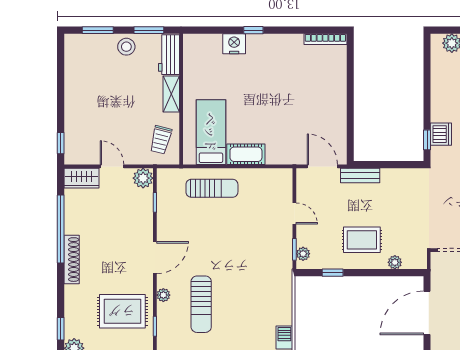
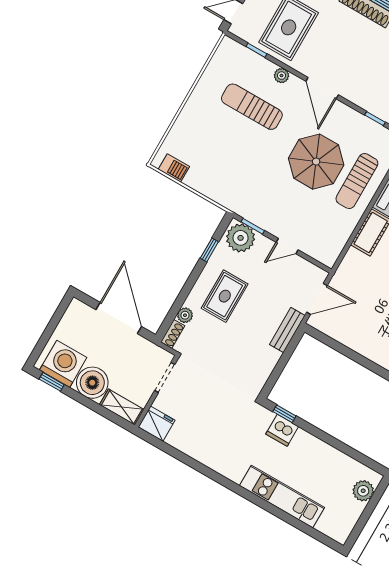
parasol: (215, 229) -> (316, 162), added
plant: (303, 254) -> (241, 238), width x1.87, depth x1.87
shoe rack: (415, 263) -> (173, 334), added

